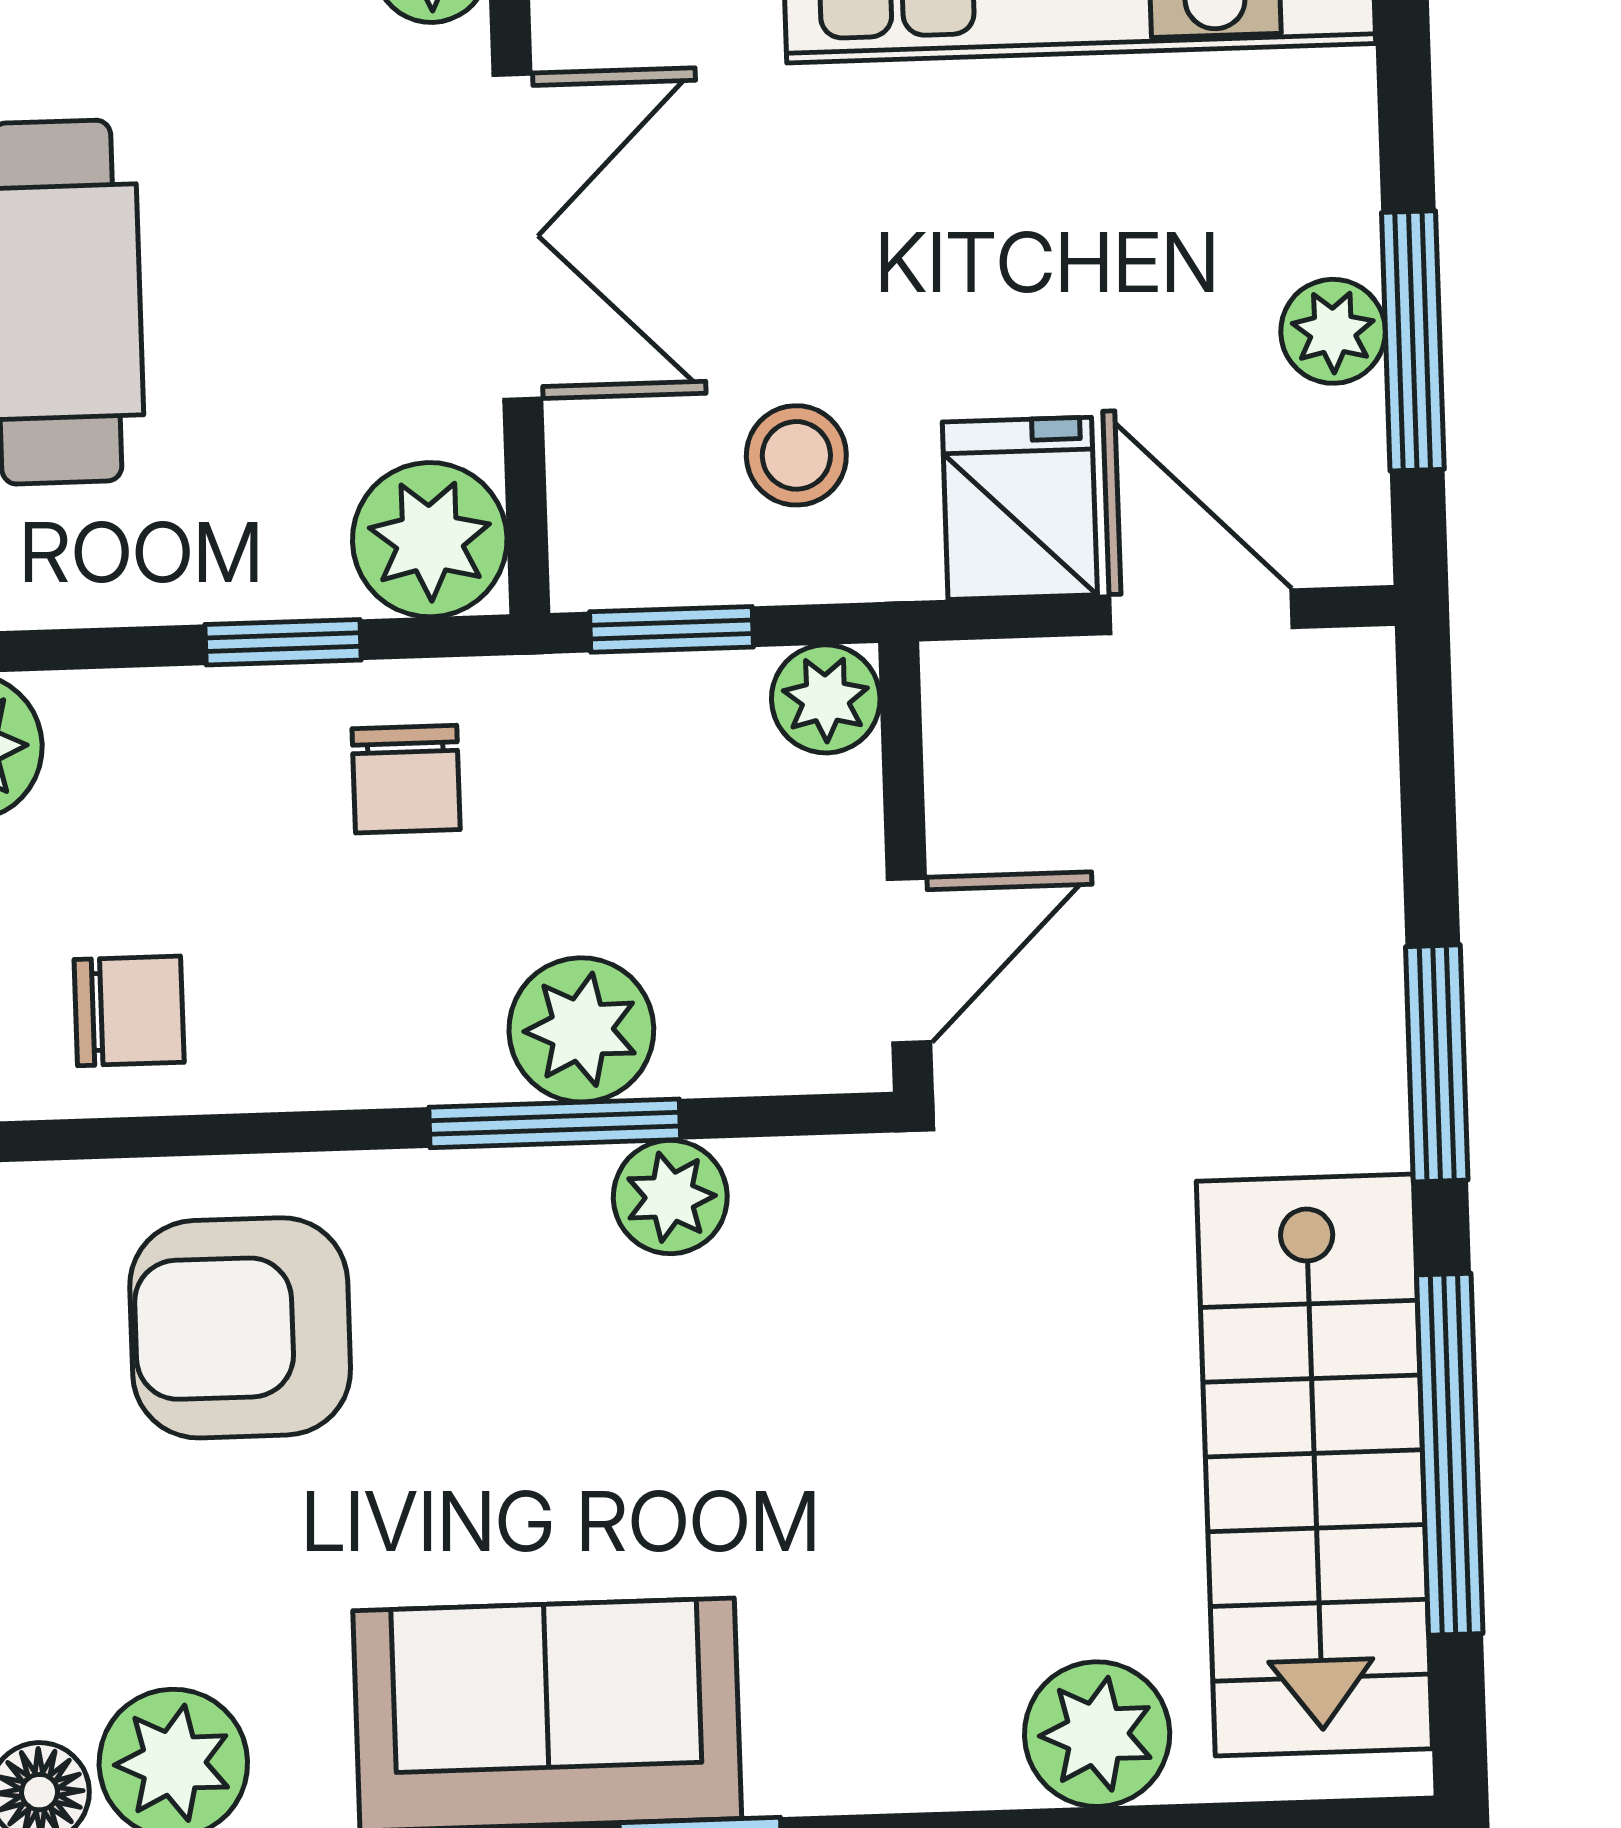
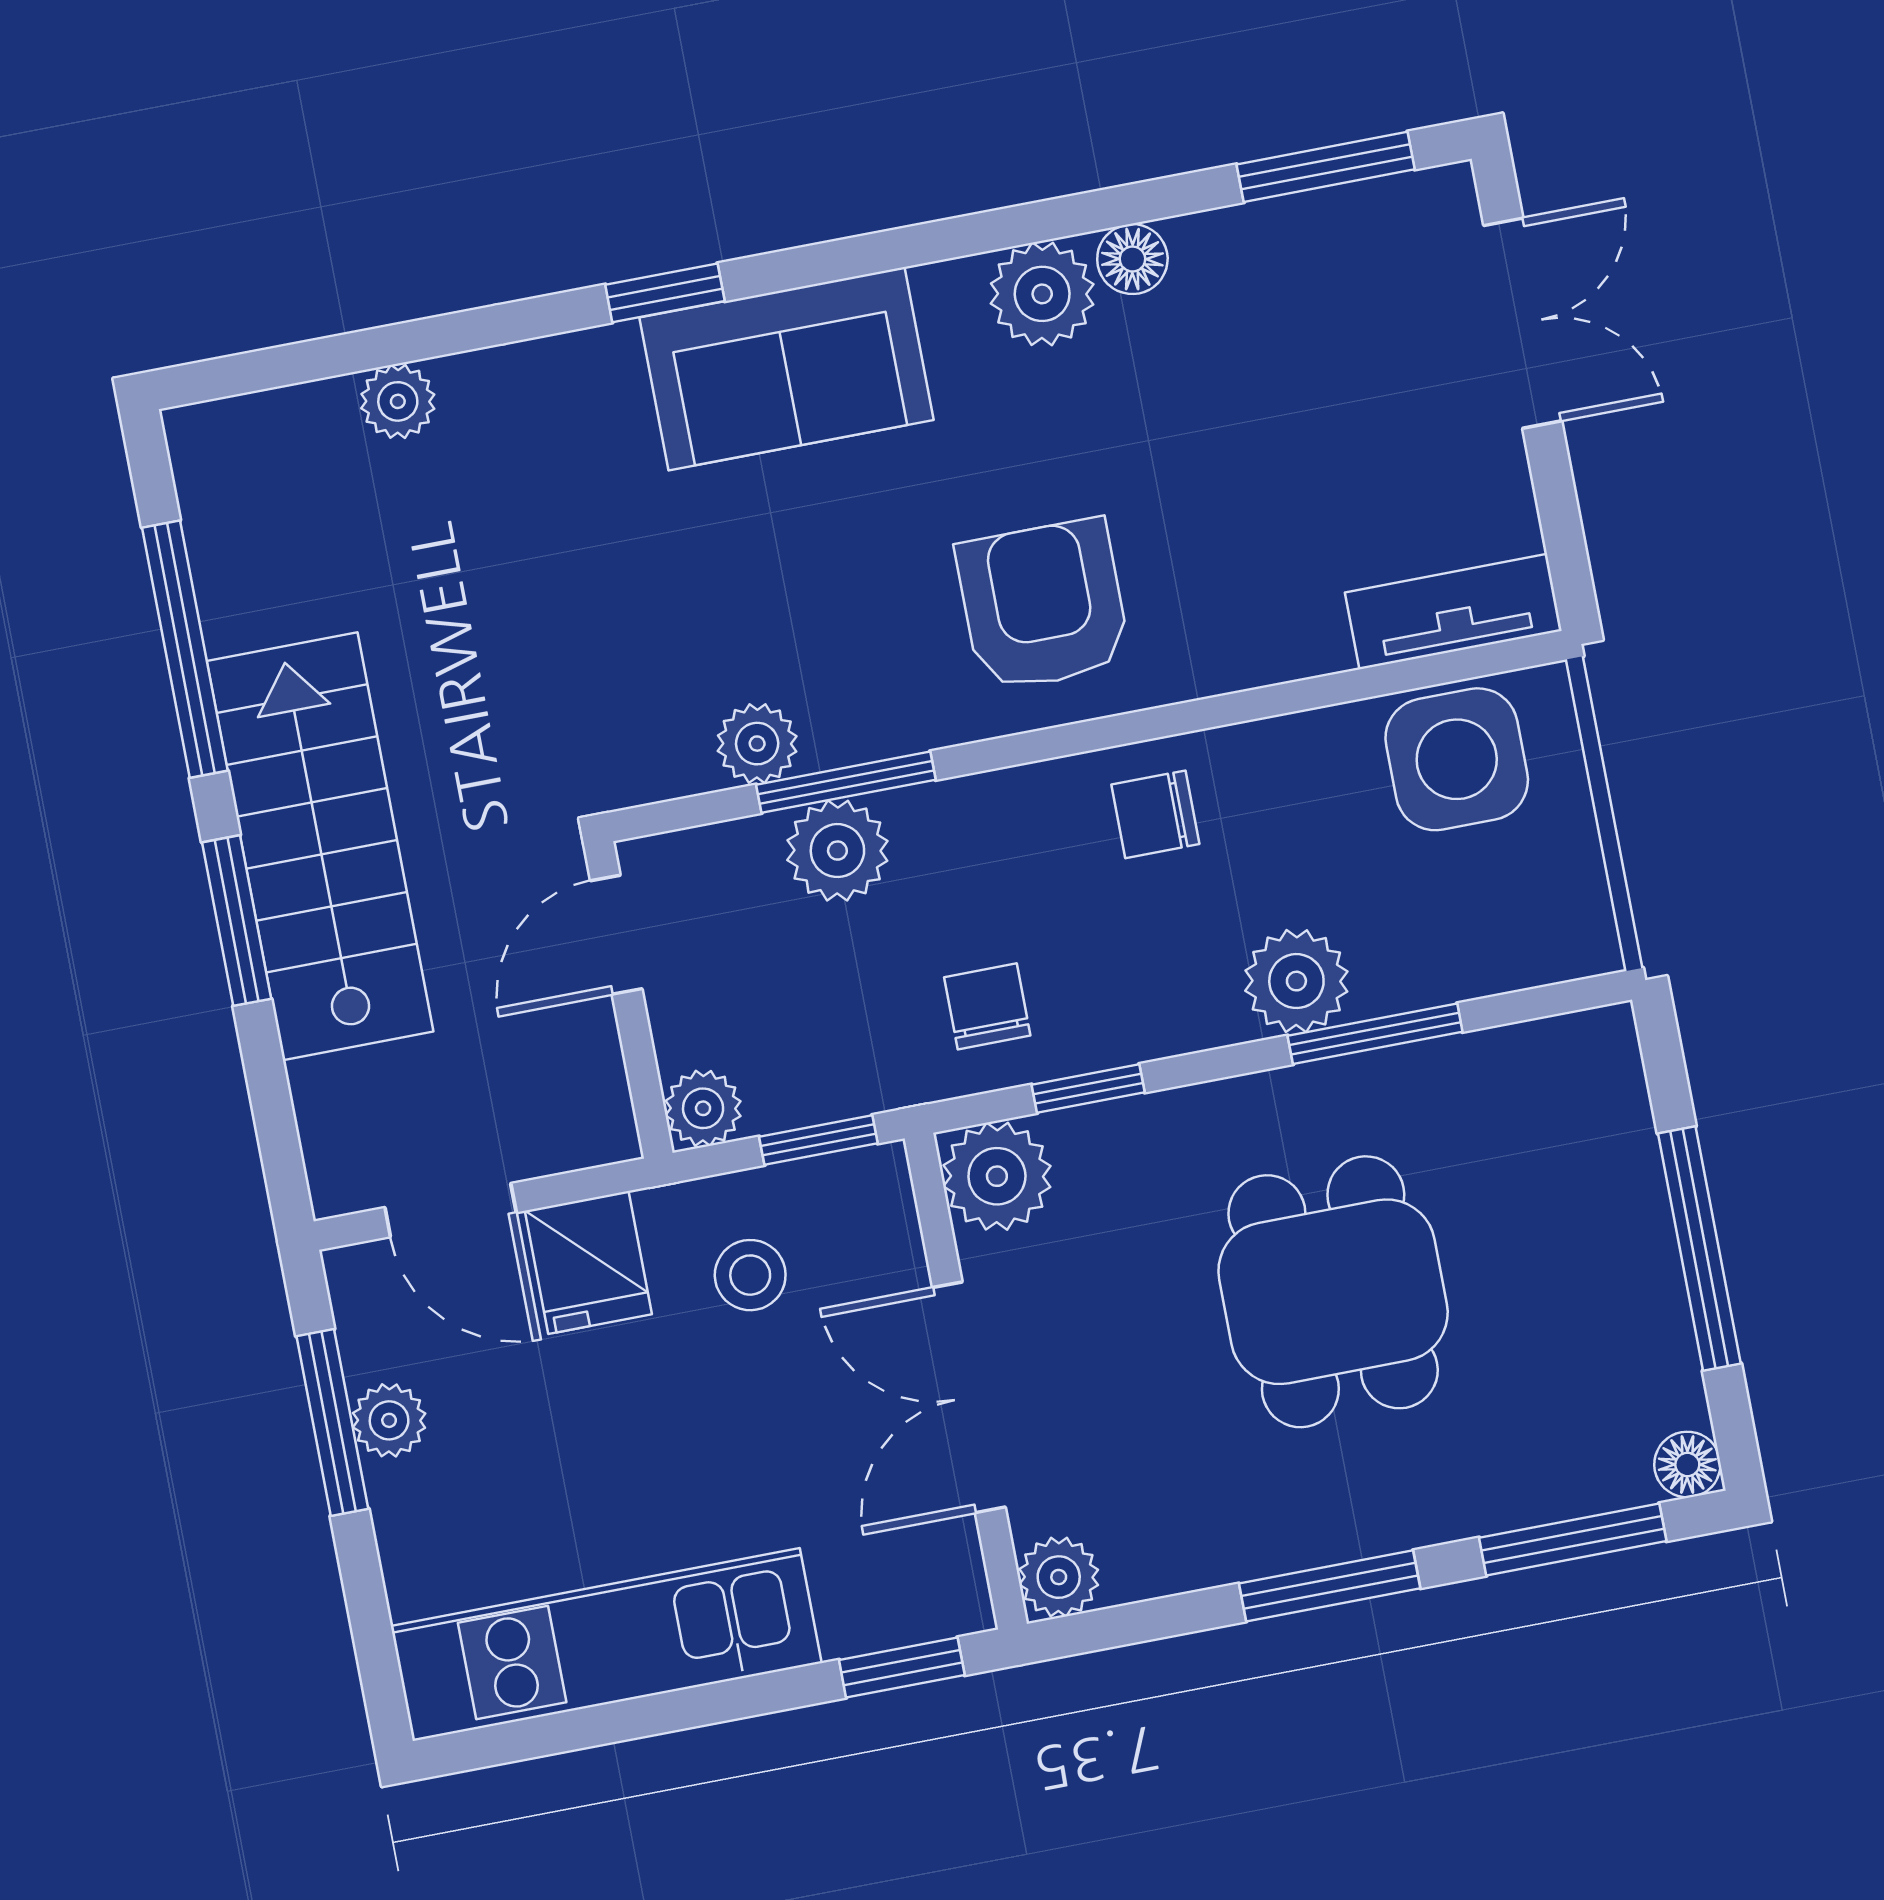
armchair: (240, 1328) -> (1043, 605), turned -90
stairs: (1314, 1465) -> (320, 846), moved
plant: (1097, 1734) -> (398, 401), width x0.73, depth x0.73

